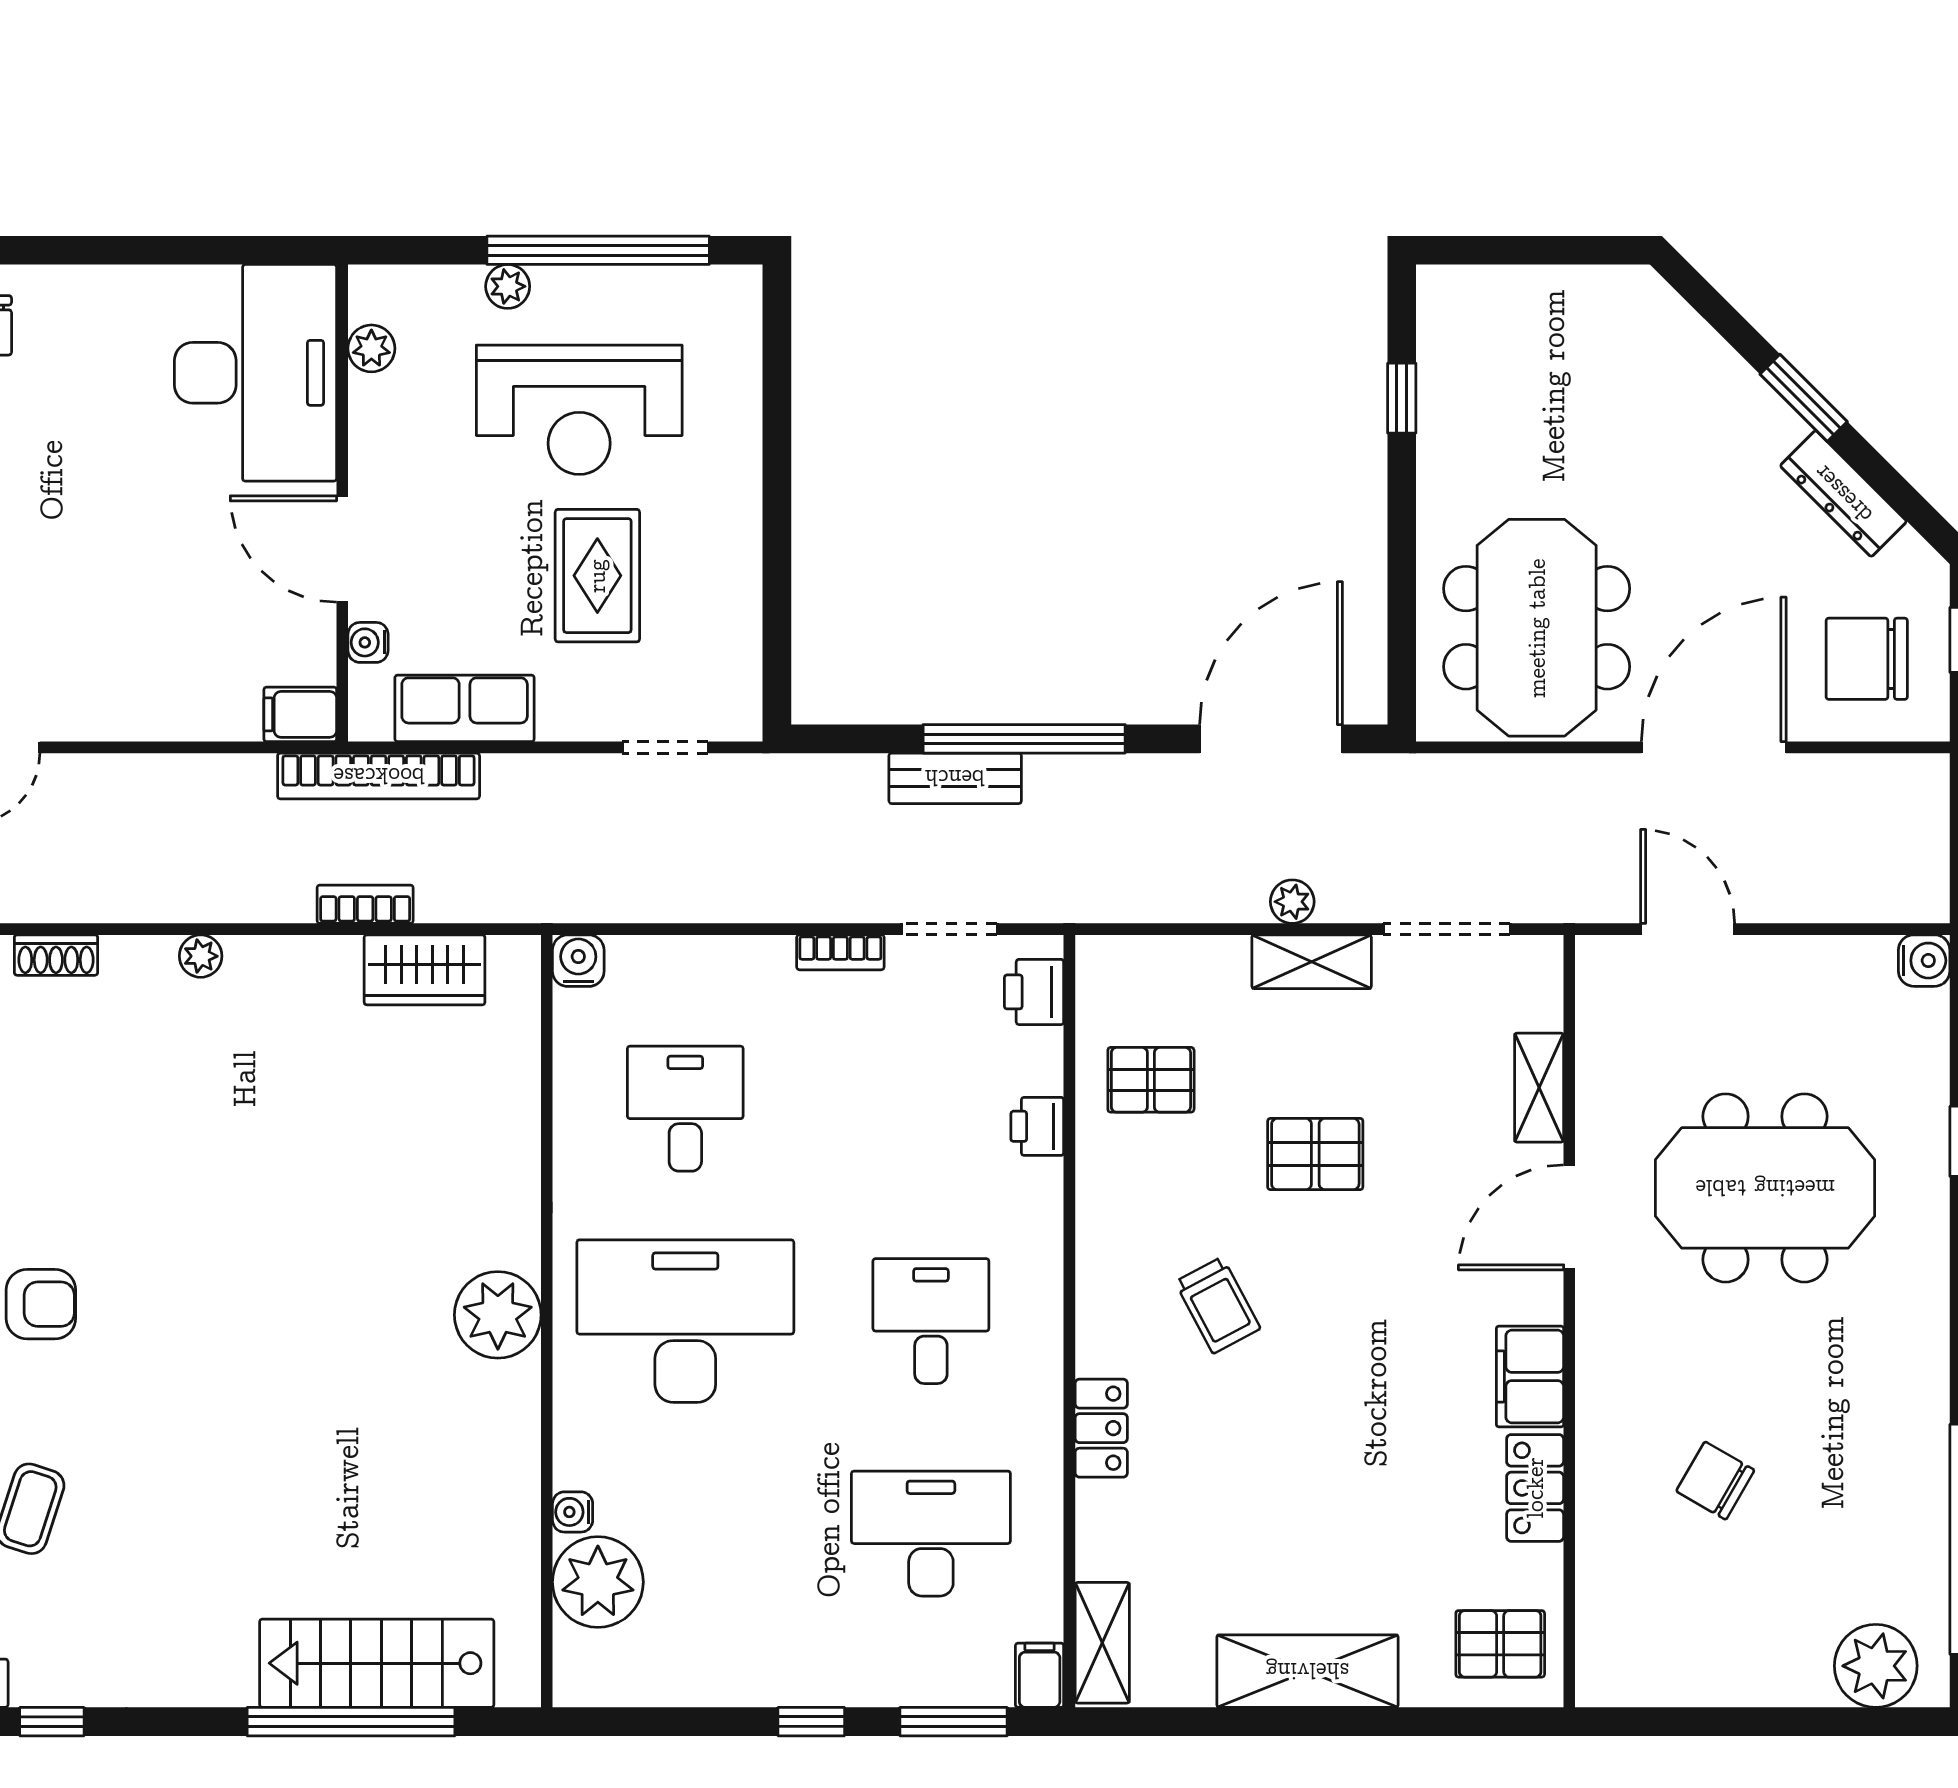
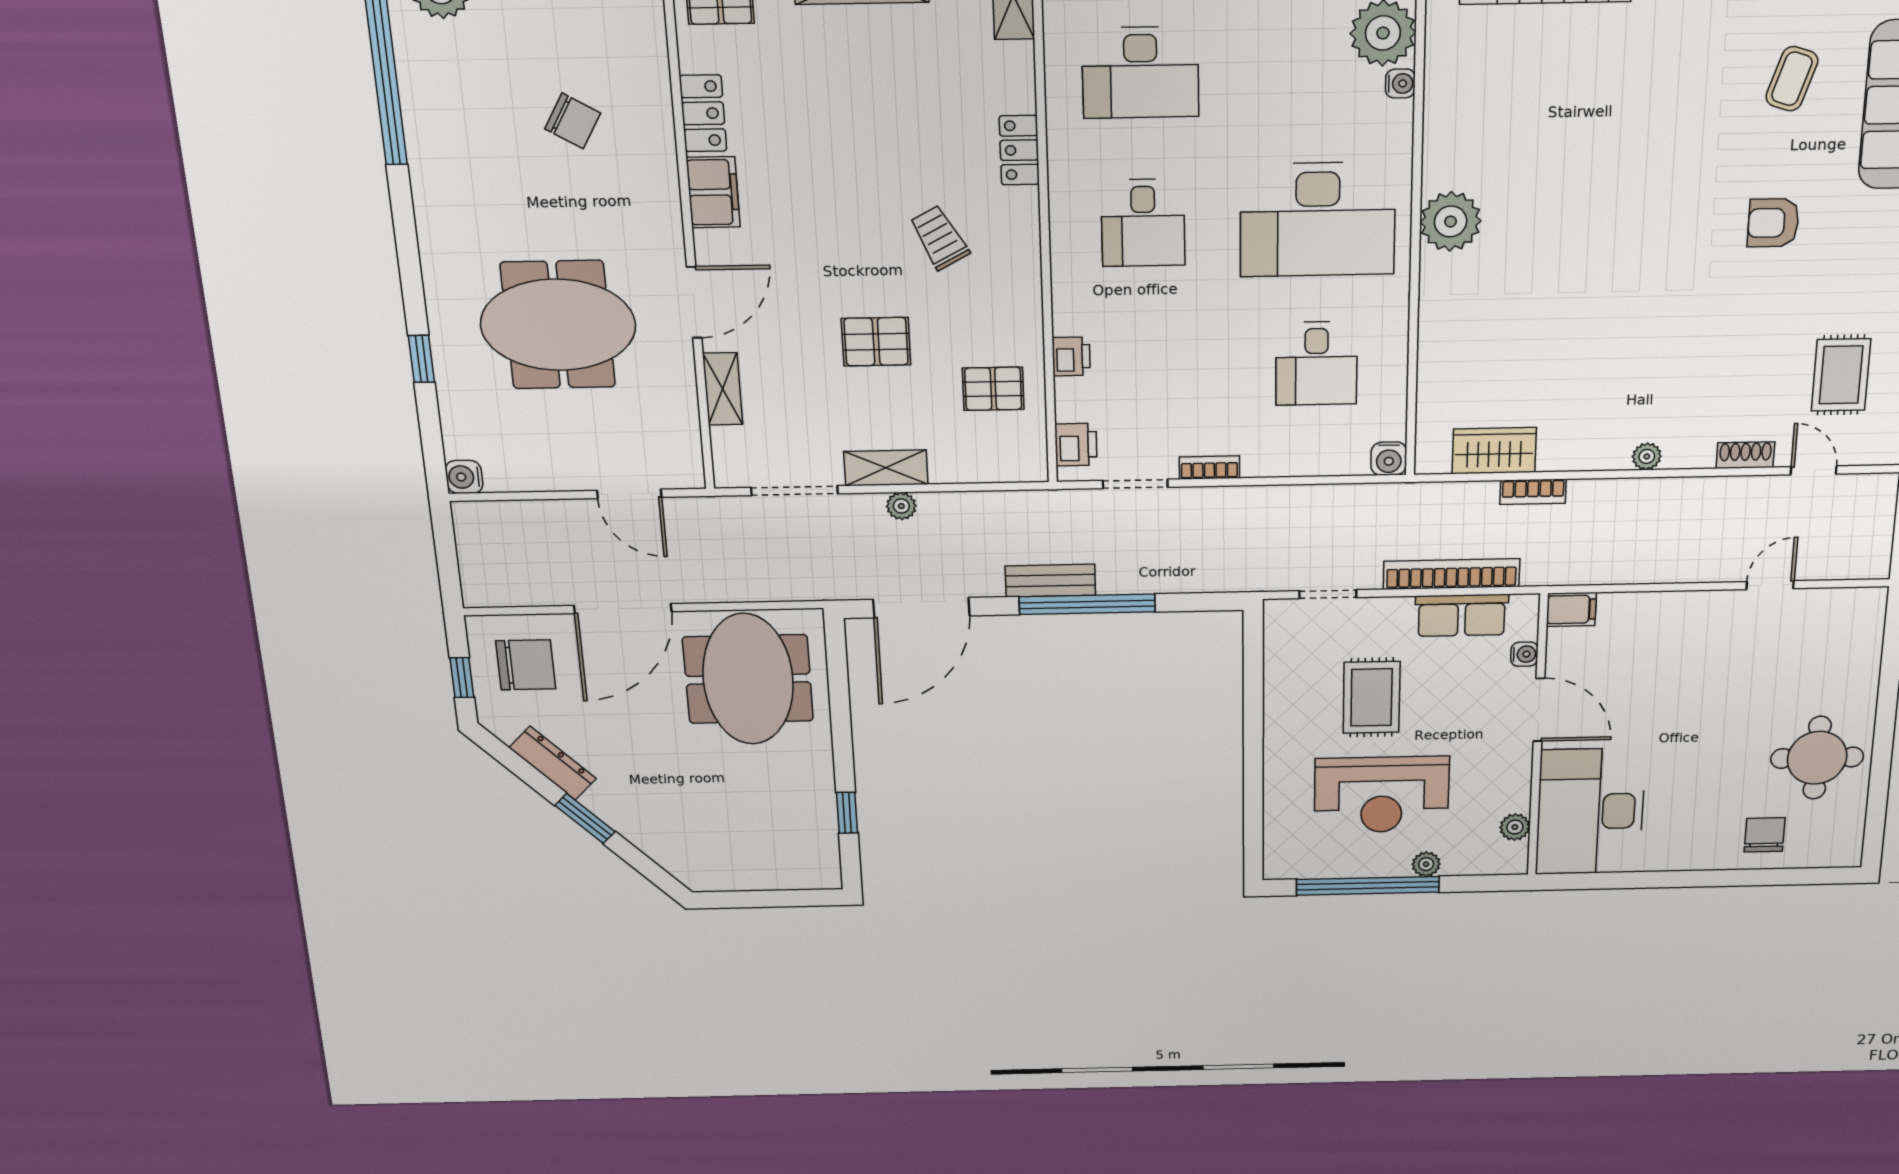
reception desk: (579, 410) -> (1382, 795), turned 180
bookcase: (379, 776) -> (1451, 574), moved
bench: (955, 778) -> (1050, 581), moved

